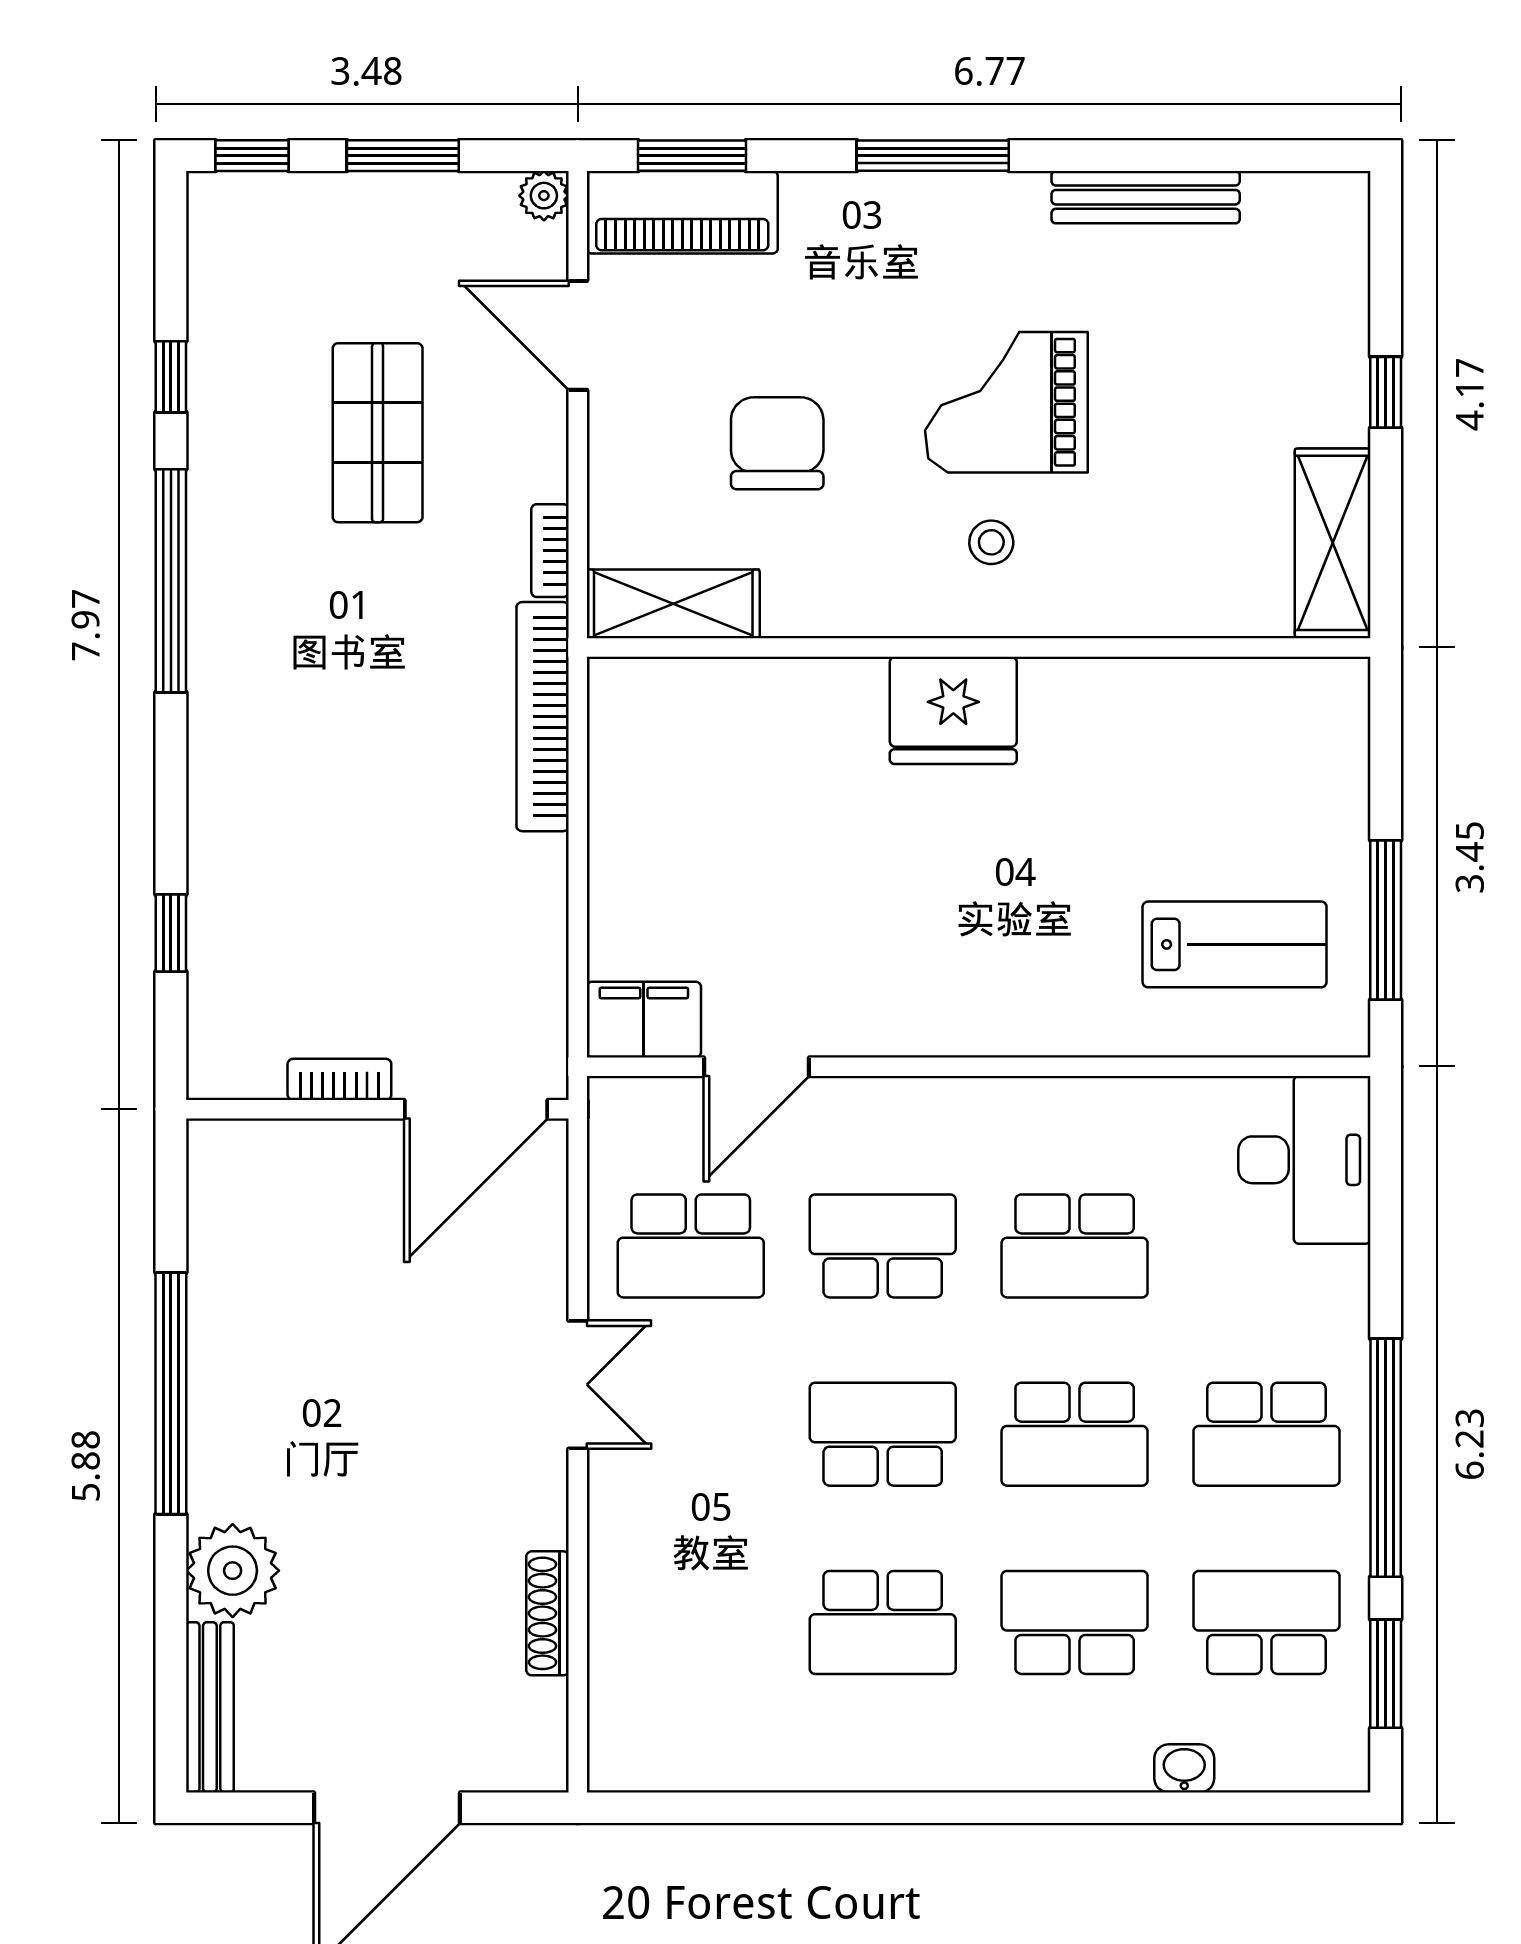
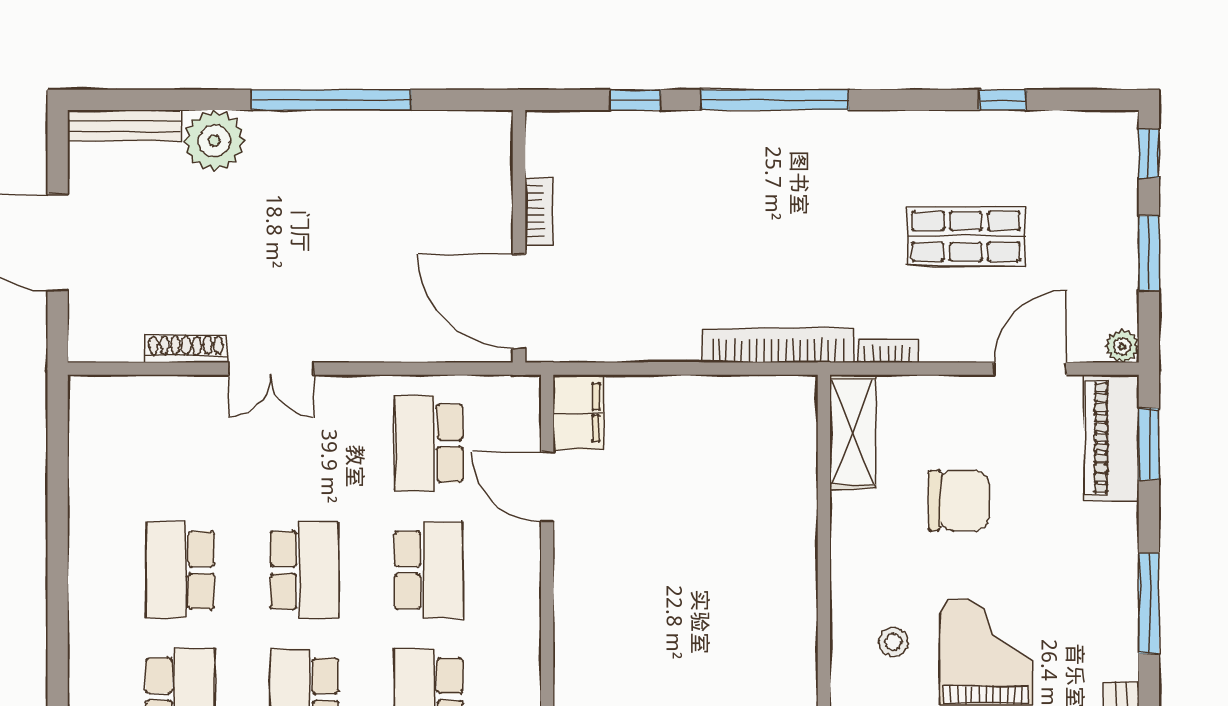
window: (171, 581) -> (775, 100), moved
fridge: (953, 710) -> (782, 617), removed
double door: (578, 1385) -> (271, 369), moved

